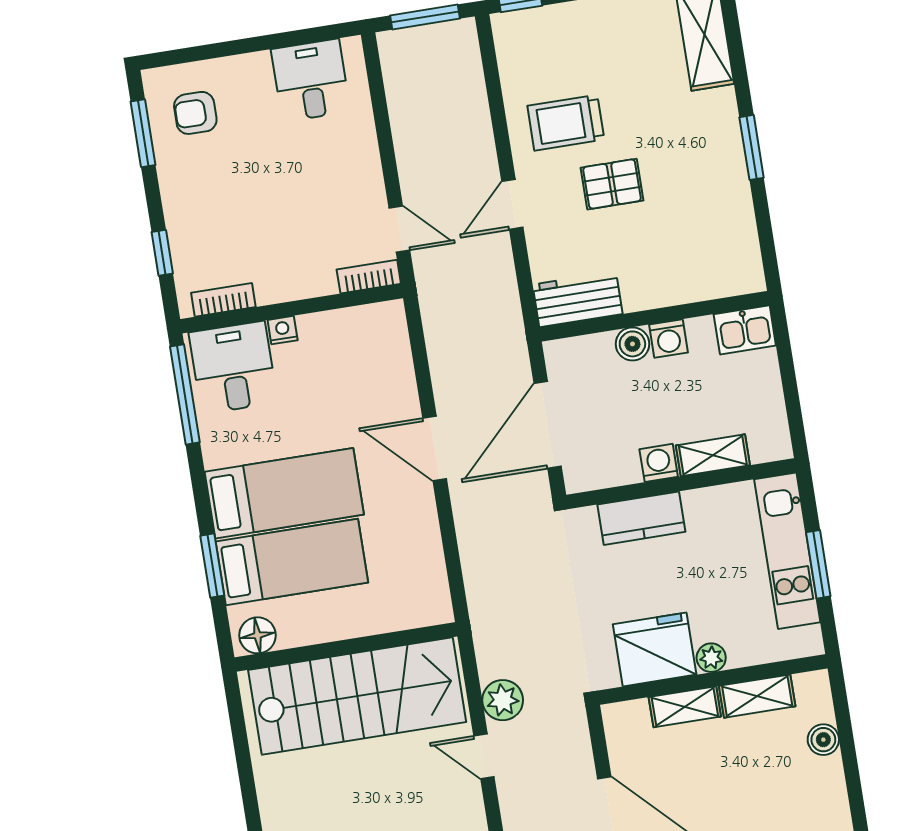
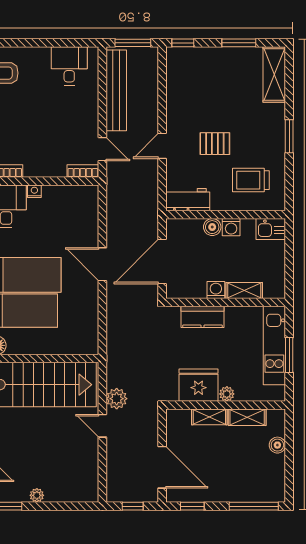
bench: (408, 113) -> (116, 90), added
trolley: (566, 123) -> (251, 180), moved

